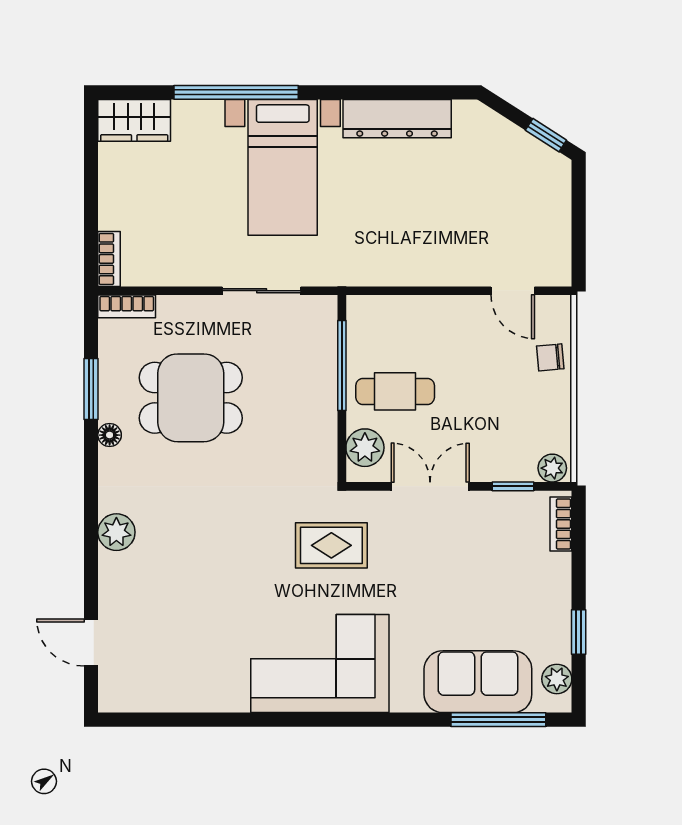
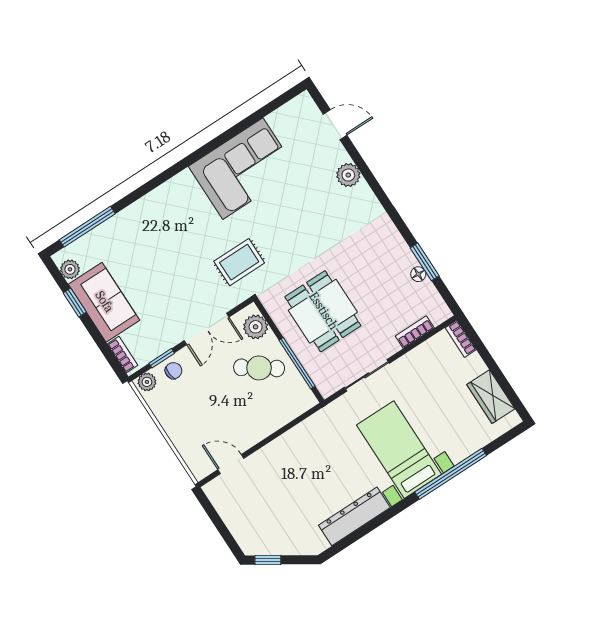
wardrobe: (134, 120) -> (491, 397), moved, turned -90
bookcase: (127, 306) -> (415, 332), moved
chair: (550, 357) -> (174, 371), moved
cafe table: (395, 391) -> (259, 368), turned 35
dining table: (191, 398) -> (323, 311), moved, turned 90
floor lamp: (110, 435) -> (418, 274), moved
plant: (116, 532) -> (348, 175), moved
corner sofa: (320, 664) -> (243, 169), moved
sofa: (478, 682) -> (104, 302), moved, turned -90

